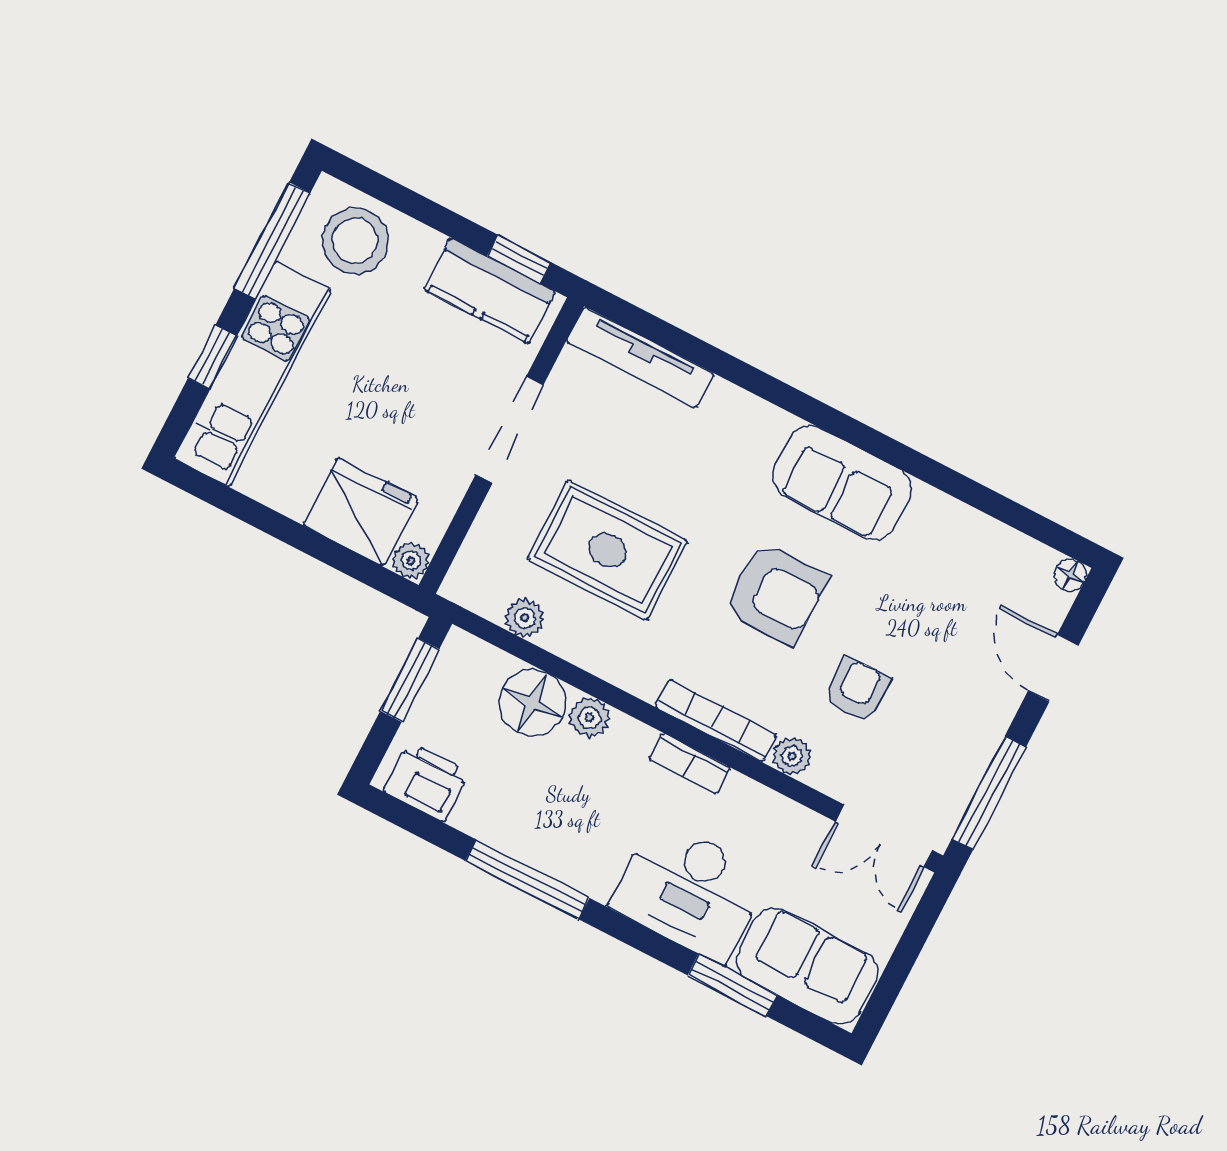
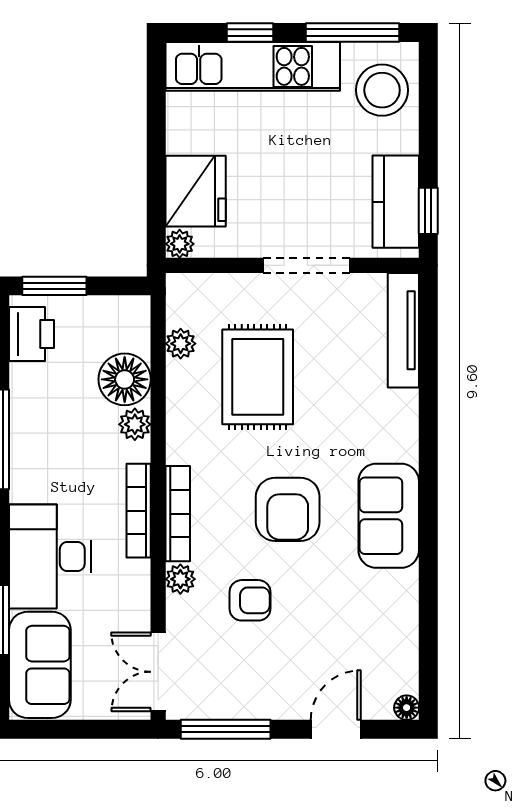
window: (410, 680) -> (54, 286), moved
bookcase: (690, 764) -> (139, 511), width x1.56

